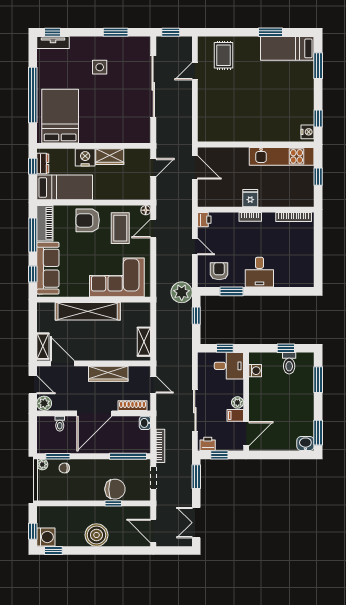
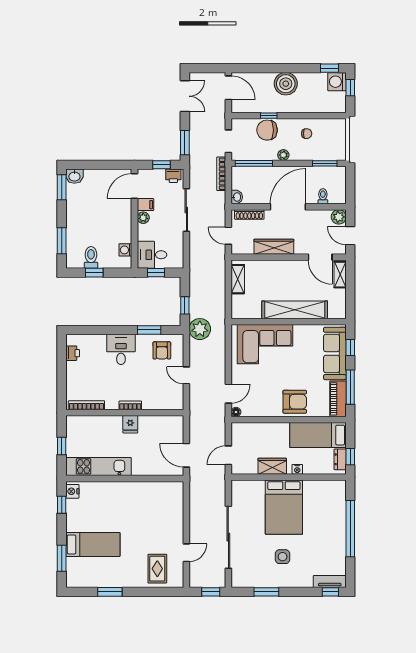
bed: (287, 48) -> (93, 544), moved
bed: (60, 116) -> (284, 507), moved
nightstand: (85, 157) -> (297, 469), width x0.53, depth x0.56
printer: (204, 220) -> (73, 353), moved, turned 180
coffee table: (120, 228) -> (262, 394), removed
plant: (42, 464) -> (283, 155), moved
chair: (64, 468) -> (307, 134), moved

